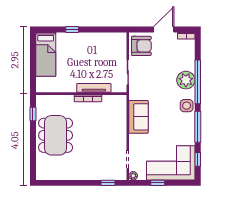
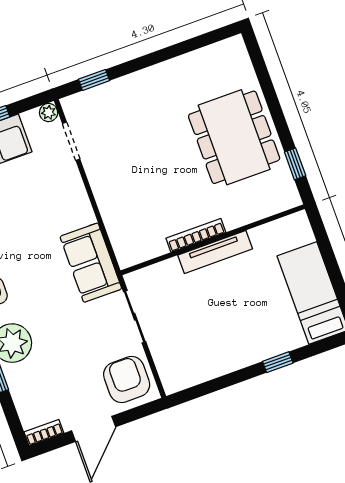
armchair: (141, 46) -> (127, 380), turned 90
tv unit: (94, 88) -> (215, 252), moved
sofa: (138, 117) -> (91, 263), moved

